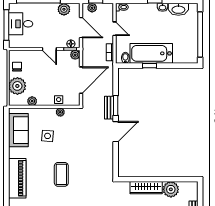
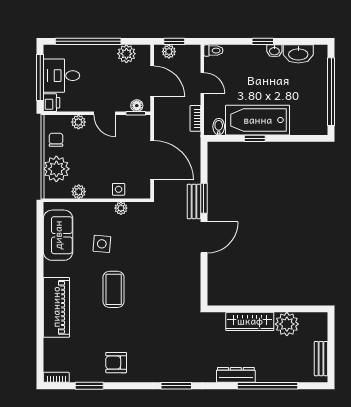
printer: (14, 42) -> (52, 103), added
plant: (75, 55) -> (78, 122), moved
door: (81, 80) -> (152, 160), hinge flipped
coffee table: (61, 174) -> (114, 289), moved

